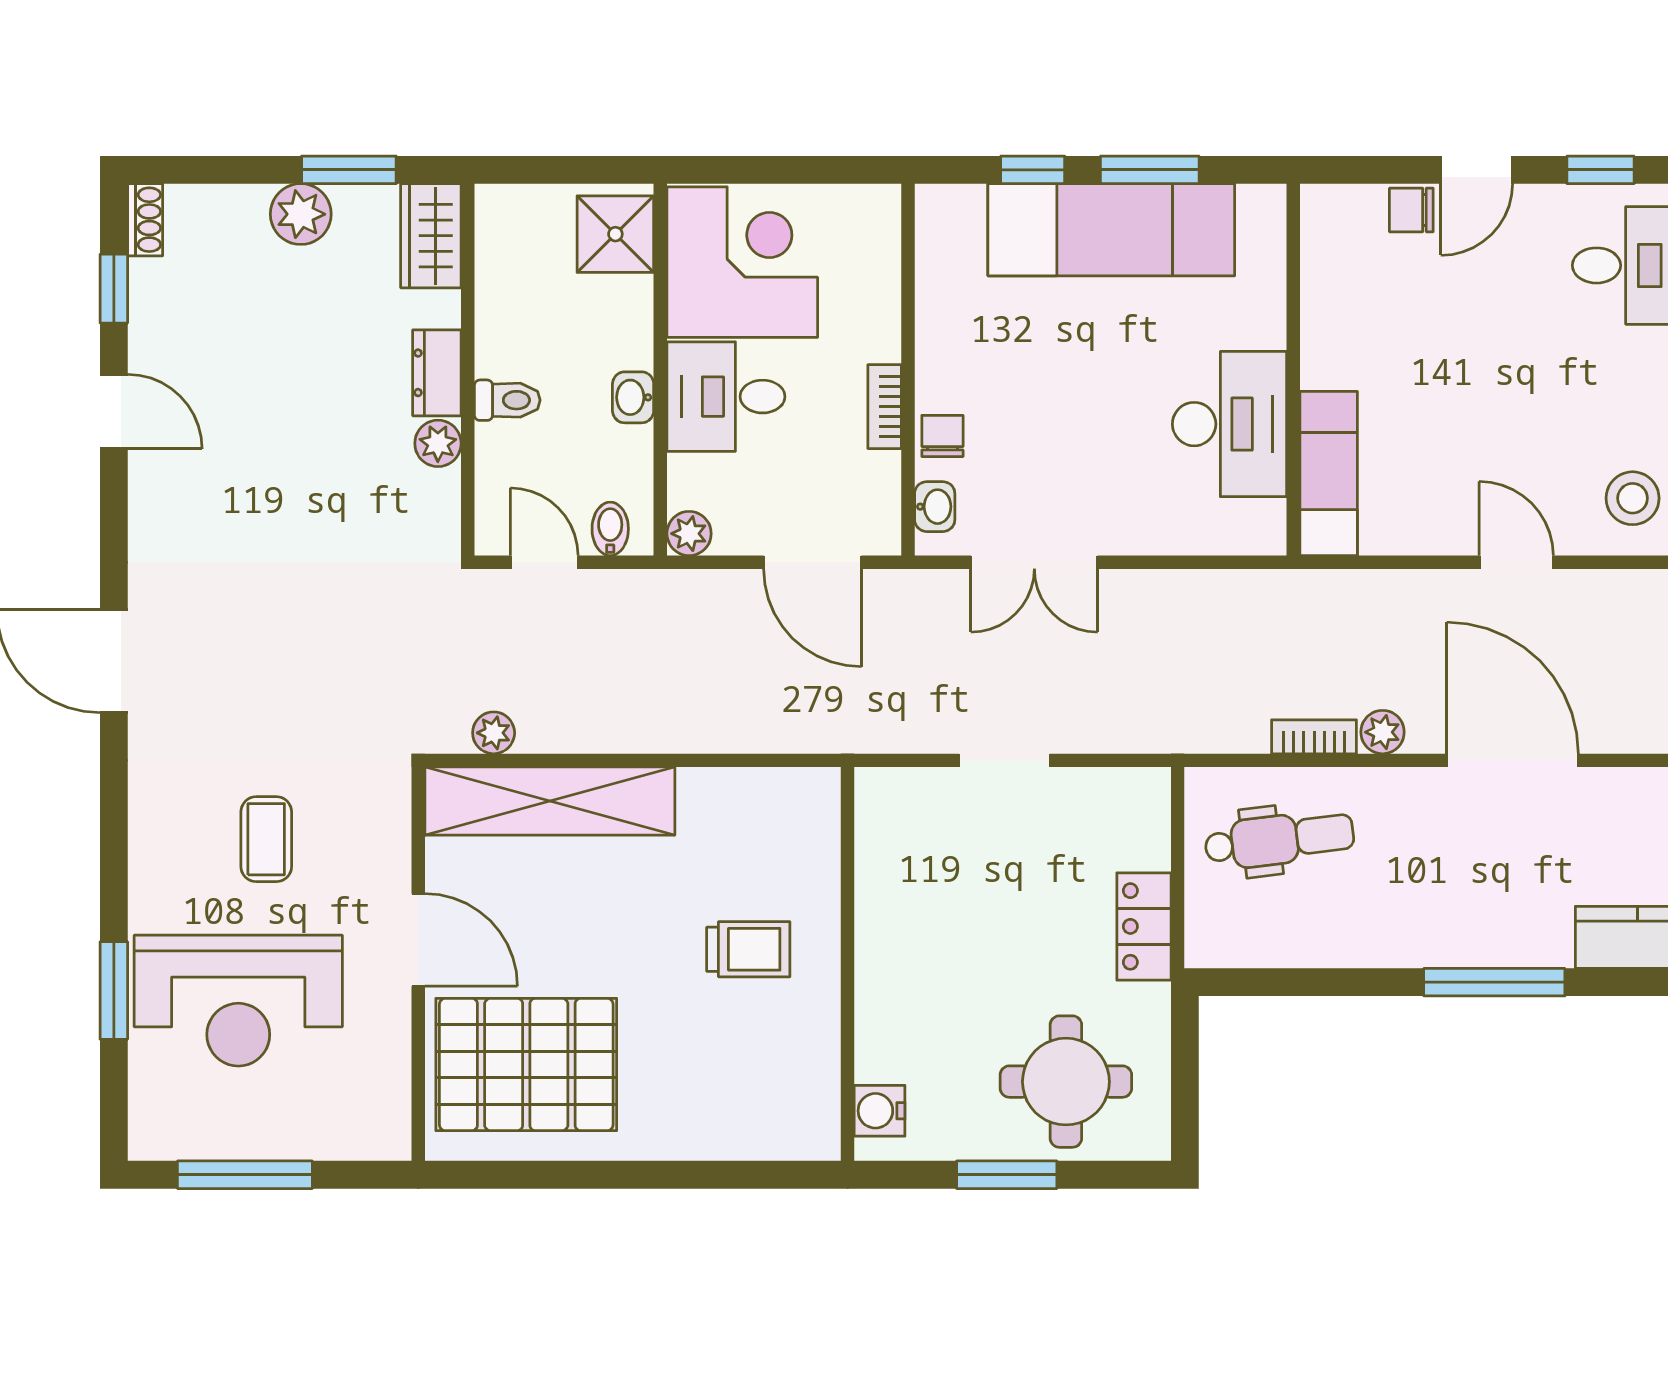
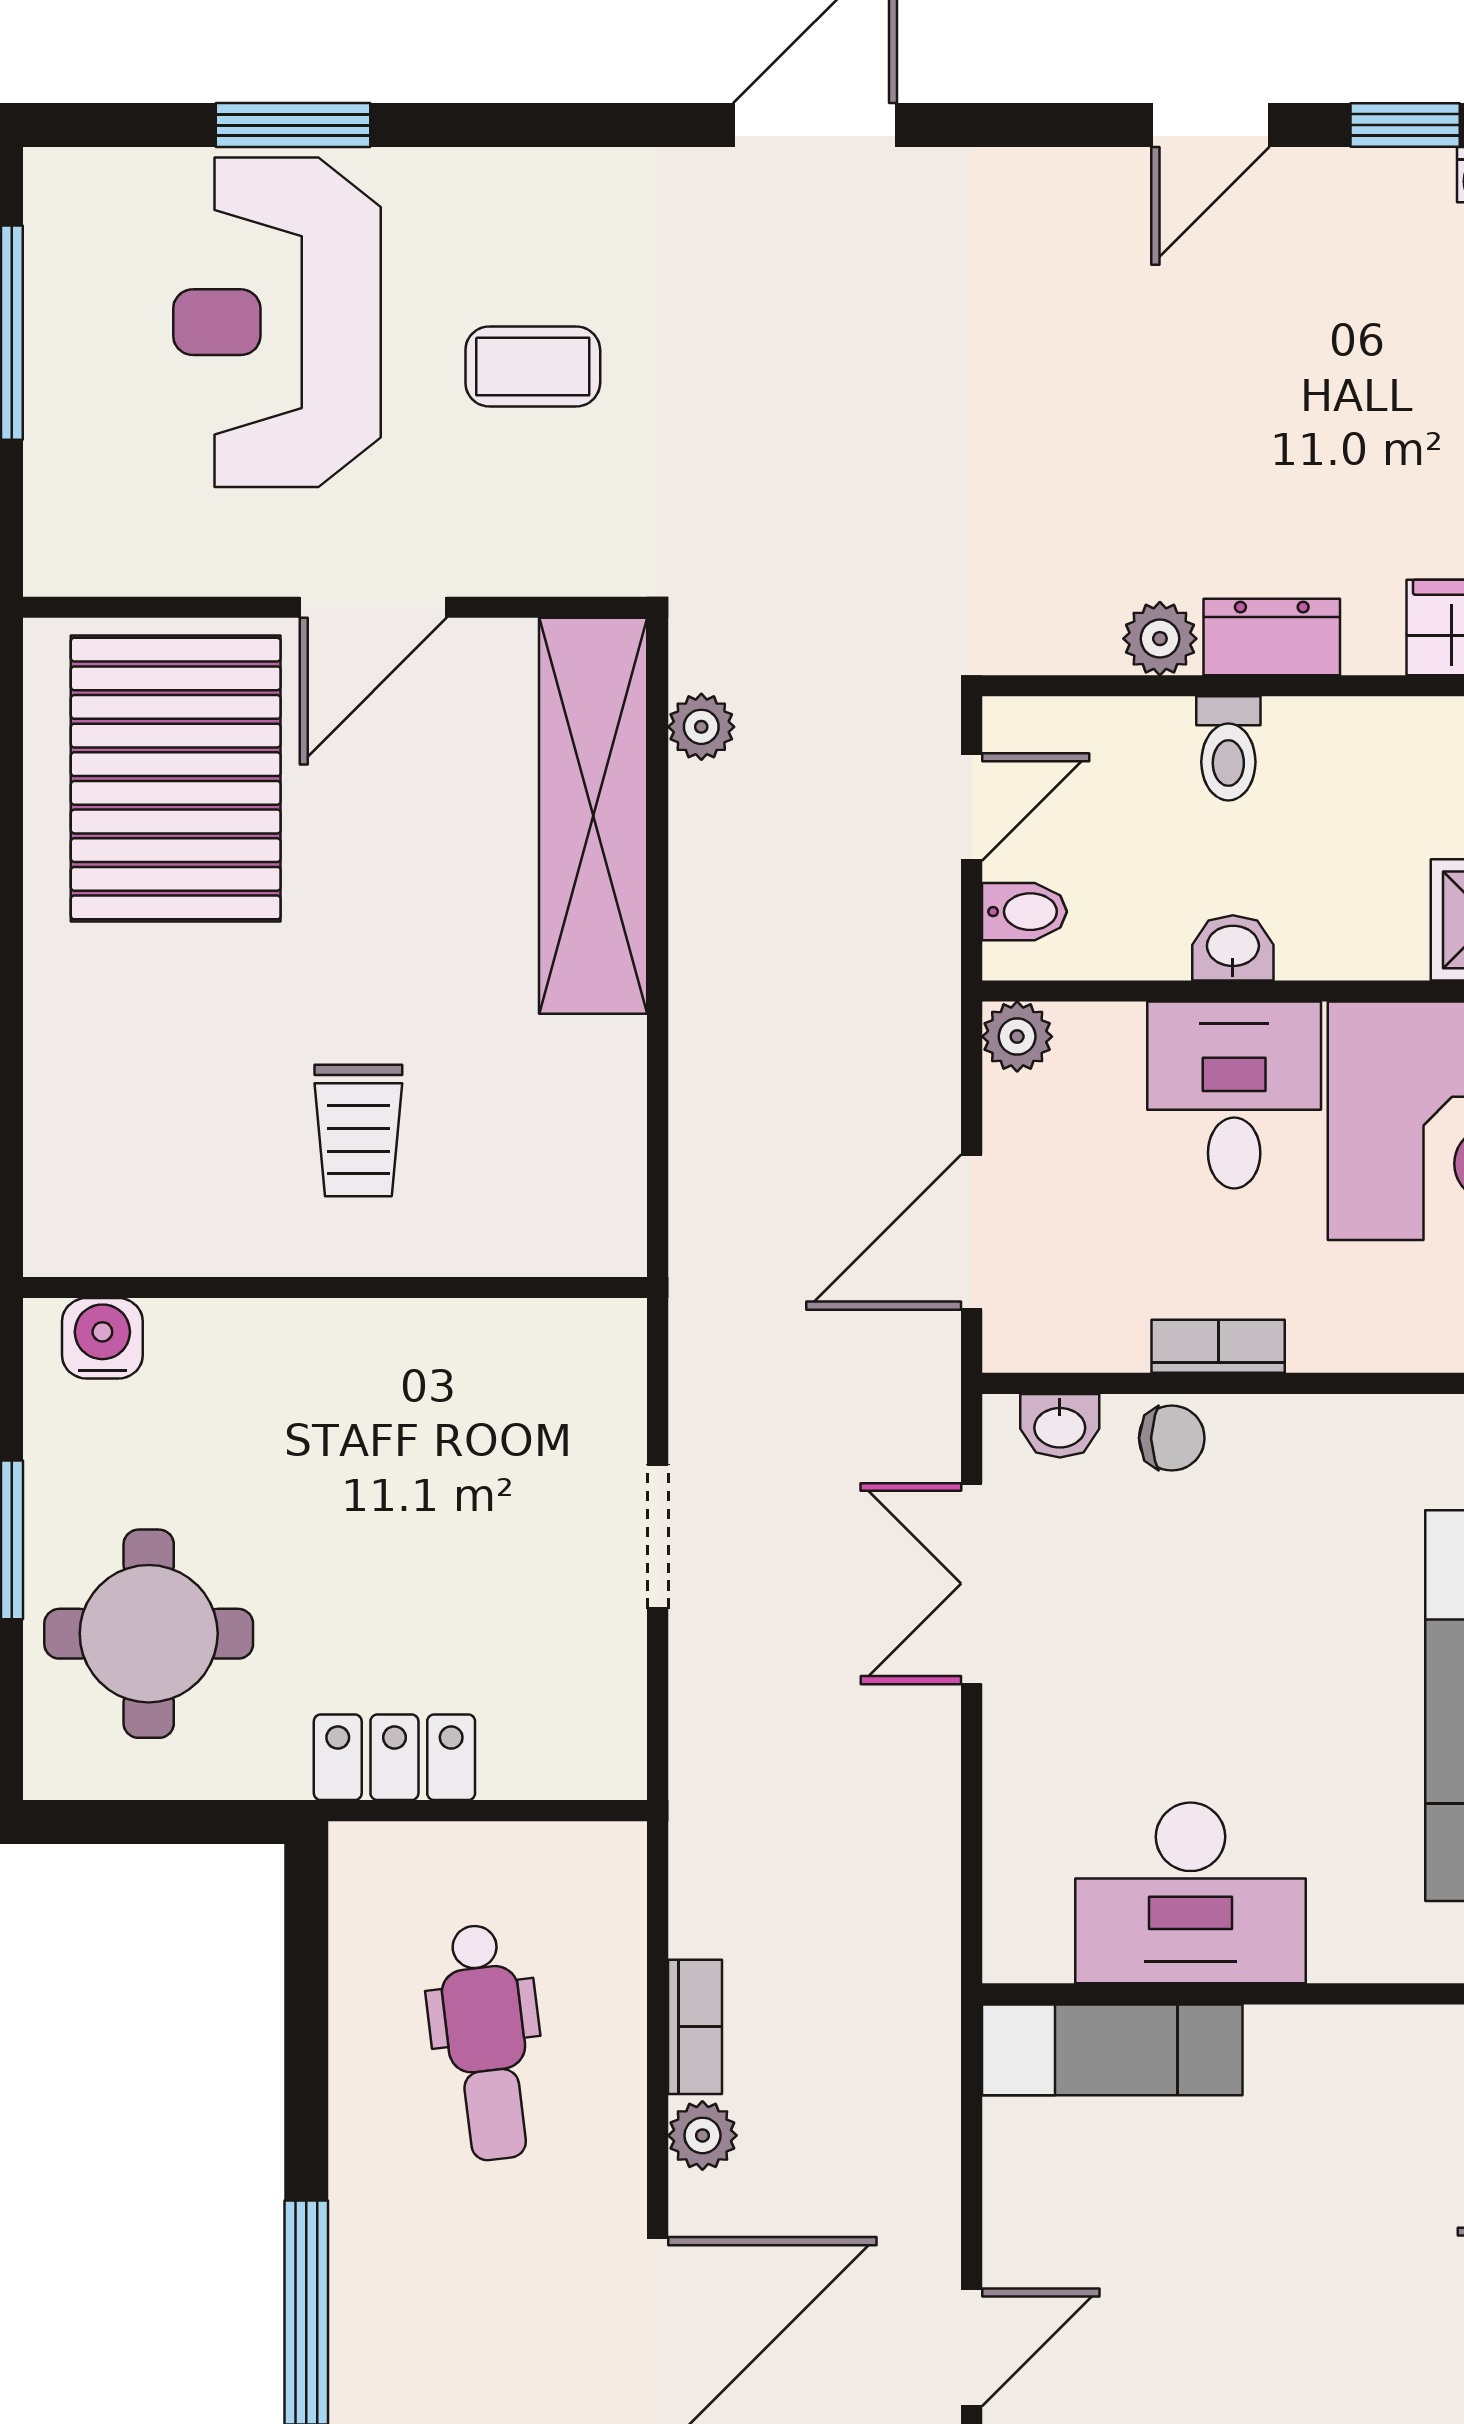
dental chair: (1279, 840) -> (486, 2042), moved

